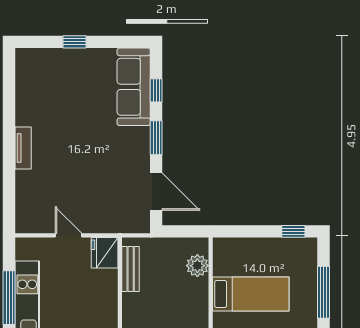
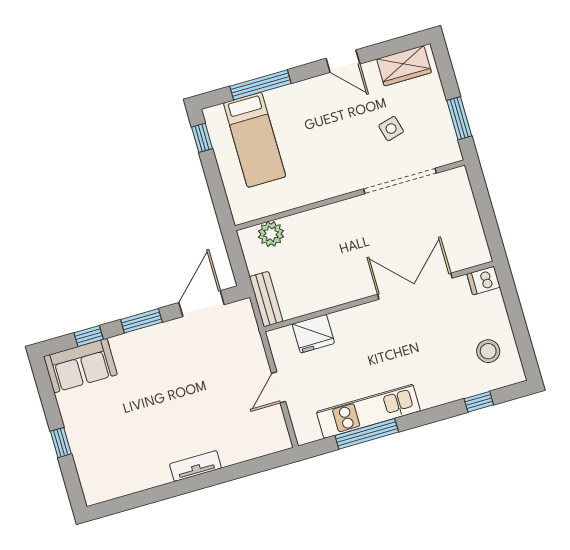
sofa: (134, 87) -> (80, 366), width x0.73
fridge: (105, 253) -> (313, 334), moved
bench: (131, 269) -> (266, 299), moved, turned 90
bed: (251, 294) -> (255, 140), moved, turned 180

